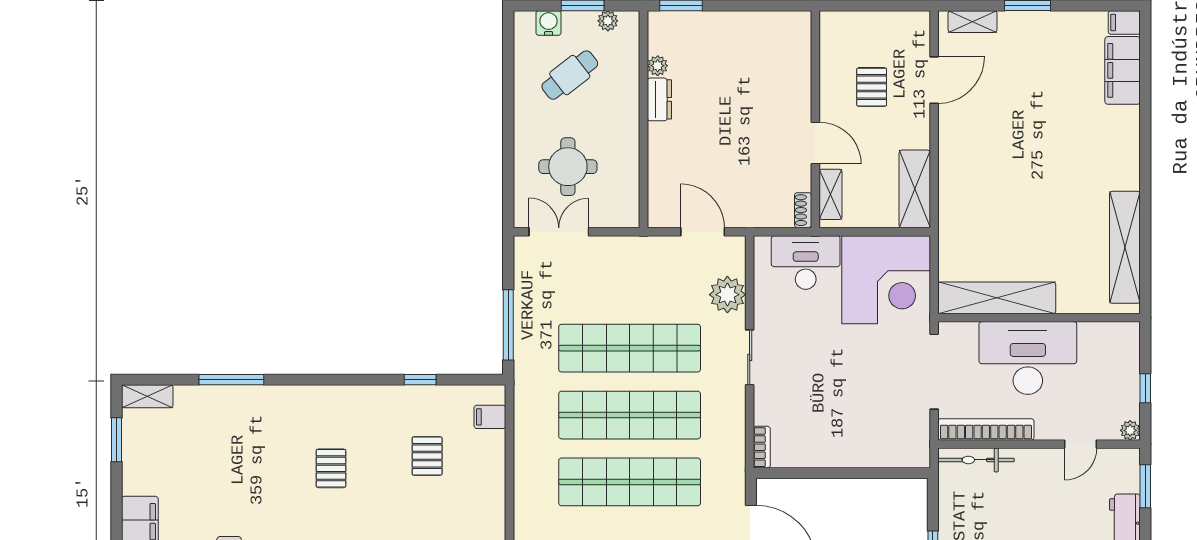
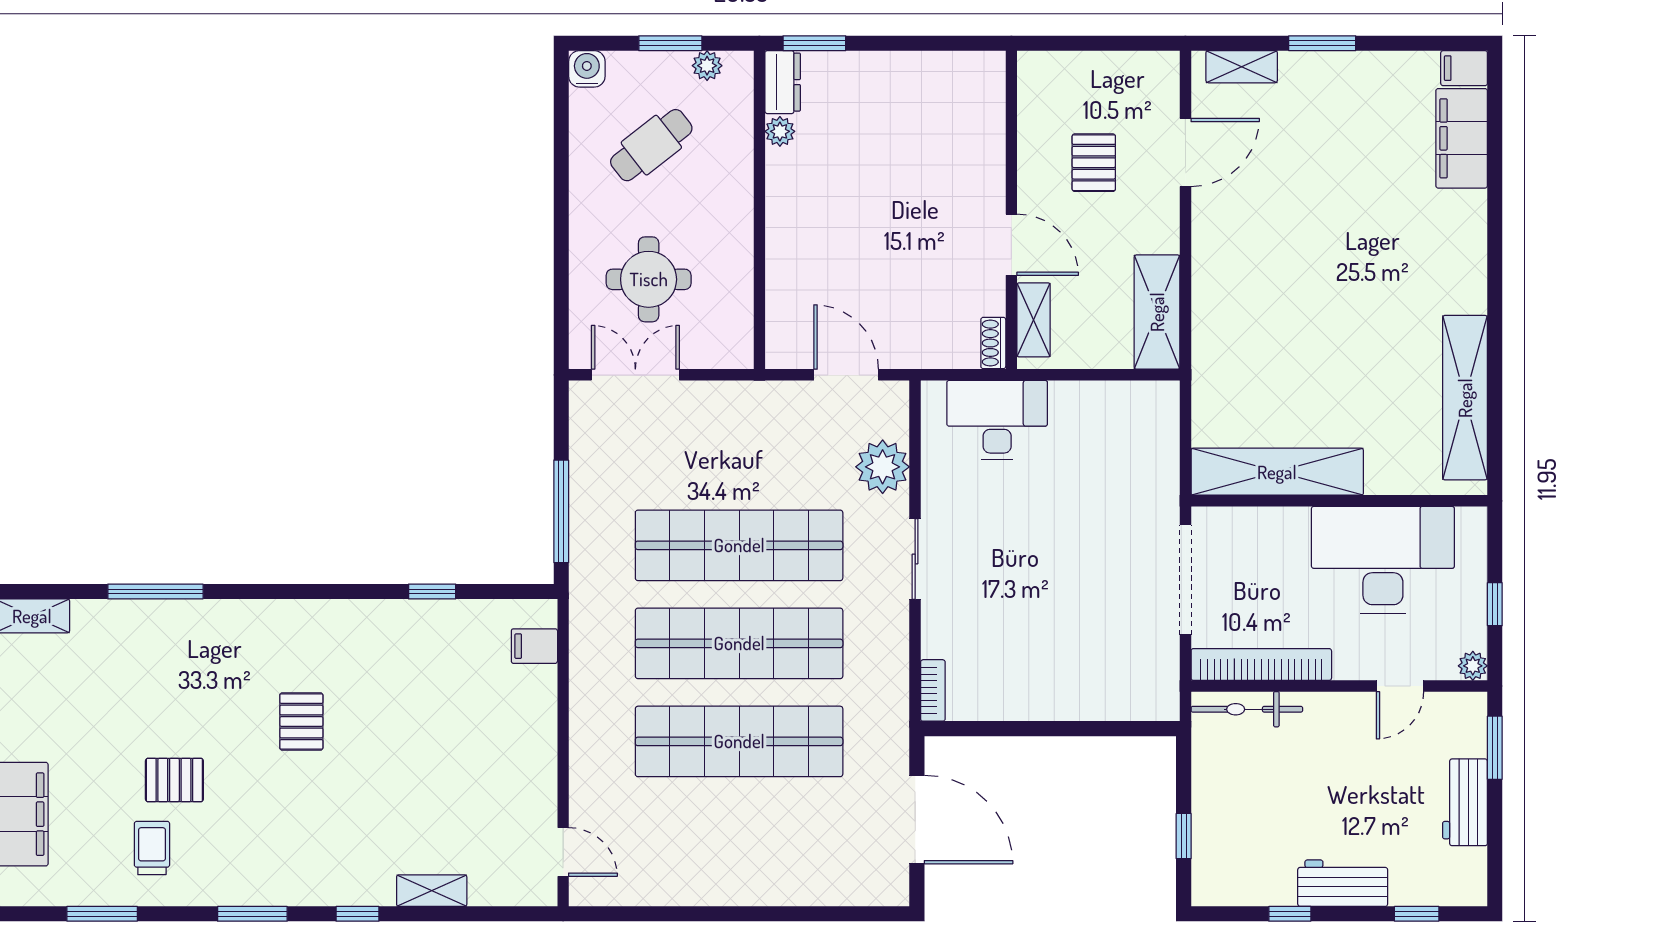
water cooler: (549, 23) -> (587, 69), moved
dresser: (659, 99) -> (783, 82), moved
corner desk: (886, 280) -> (1115, 445), removed
desk: (1028, 358) -> (1383, 560), moved
pallet: (427, 456) -> (174, 780), moved, turned 90

